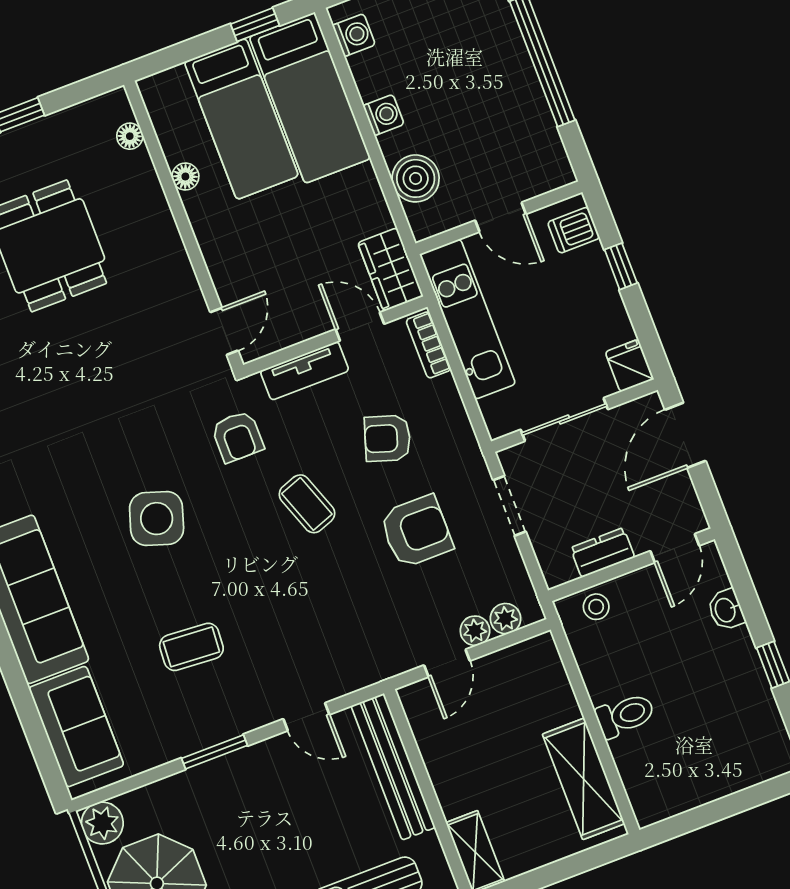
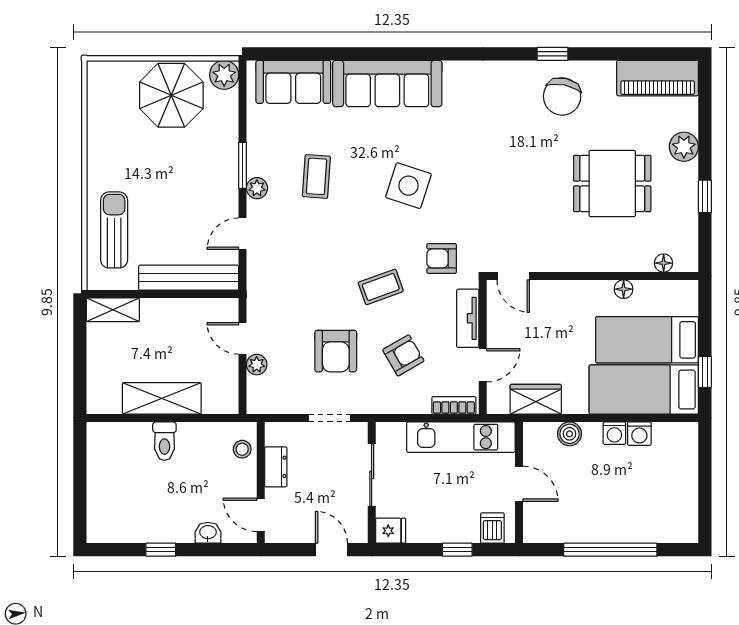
washing machine: (354, 35) -> (639, 434), moved
boiler: (416, 178) -> (570, 434), width x0.73, depth x0.73
door: (500, 217) -> (519, 484), swing flipped
wardrobe: (390, 270) -> (536, 399), moved
door: (685, 435) -> (331, 550), width x0.73
armchair: (387, 438) -> (403, 355), turned 42
plant: (505, 619) -> (257, 188), moved
shelving: (584, 779) -> (162, 398), moved

